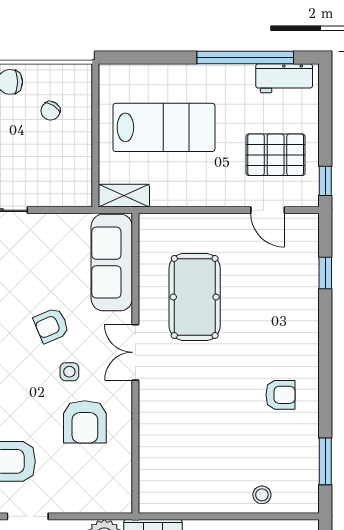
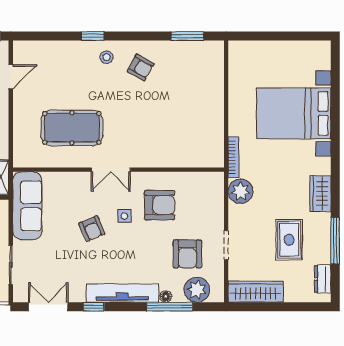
sofa: (112, 263) -> (27, 206), moved, turned -90
window: (325, 273) -> (93, 36), moved
armchair: (280, 395) -> (141, 68), turned 119
stool: (262, 495) -> (107, 57), moved

